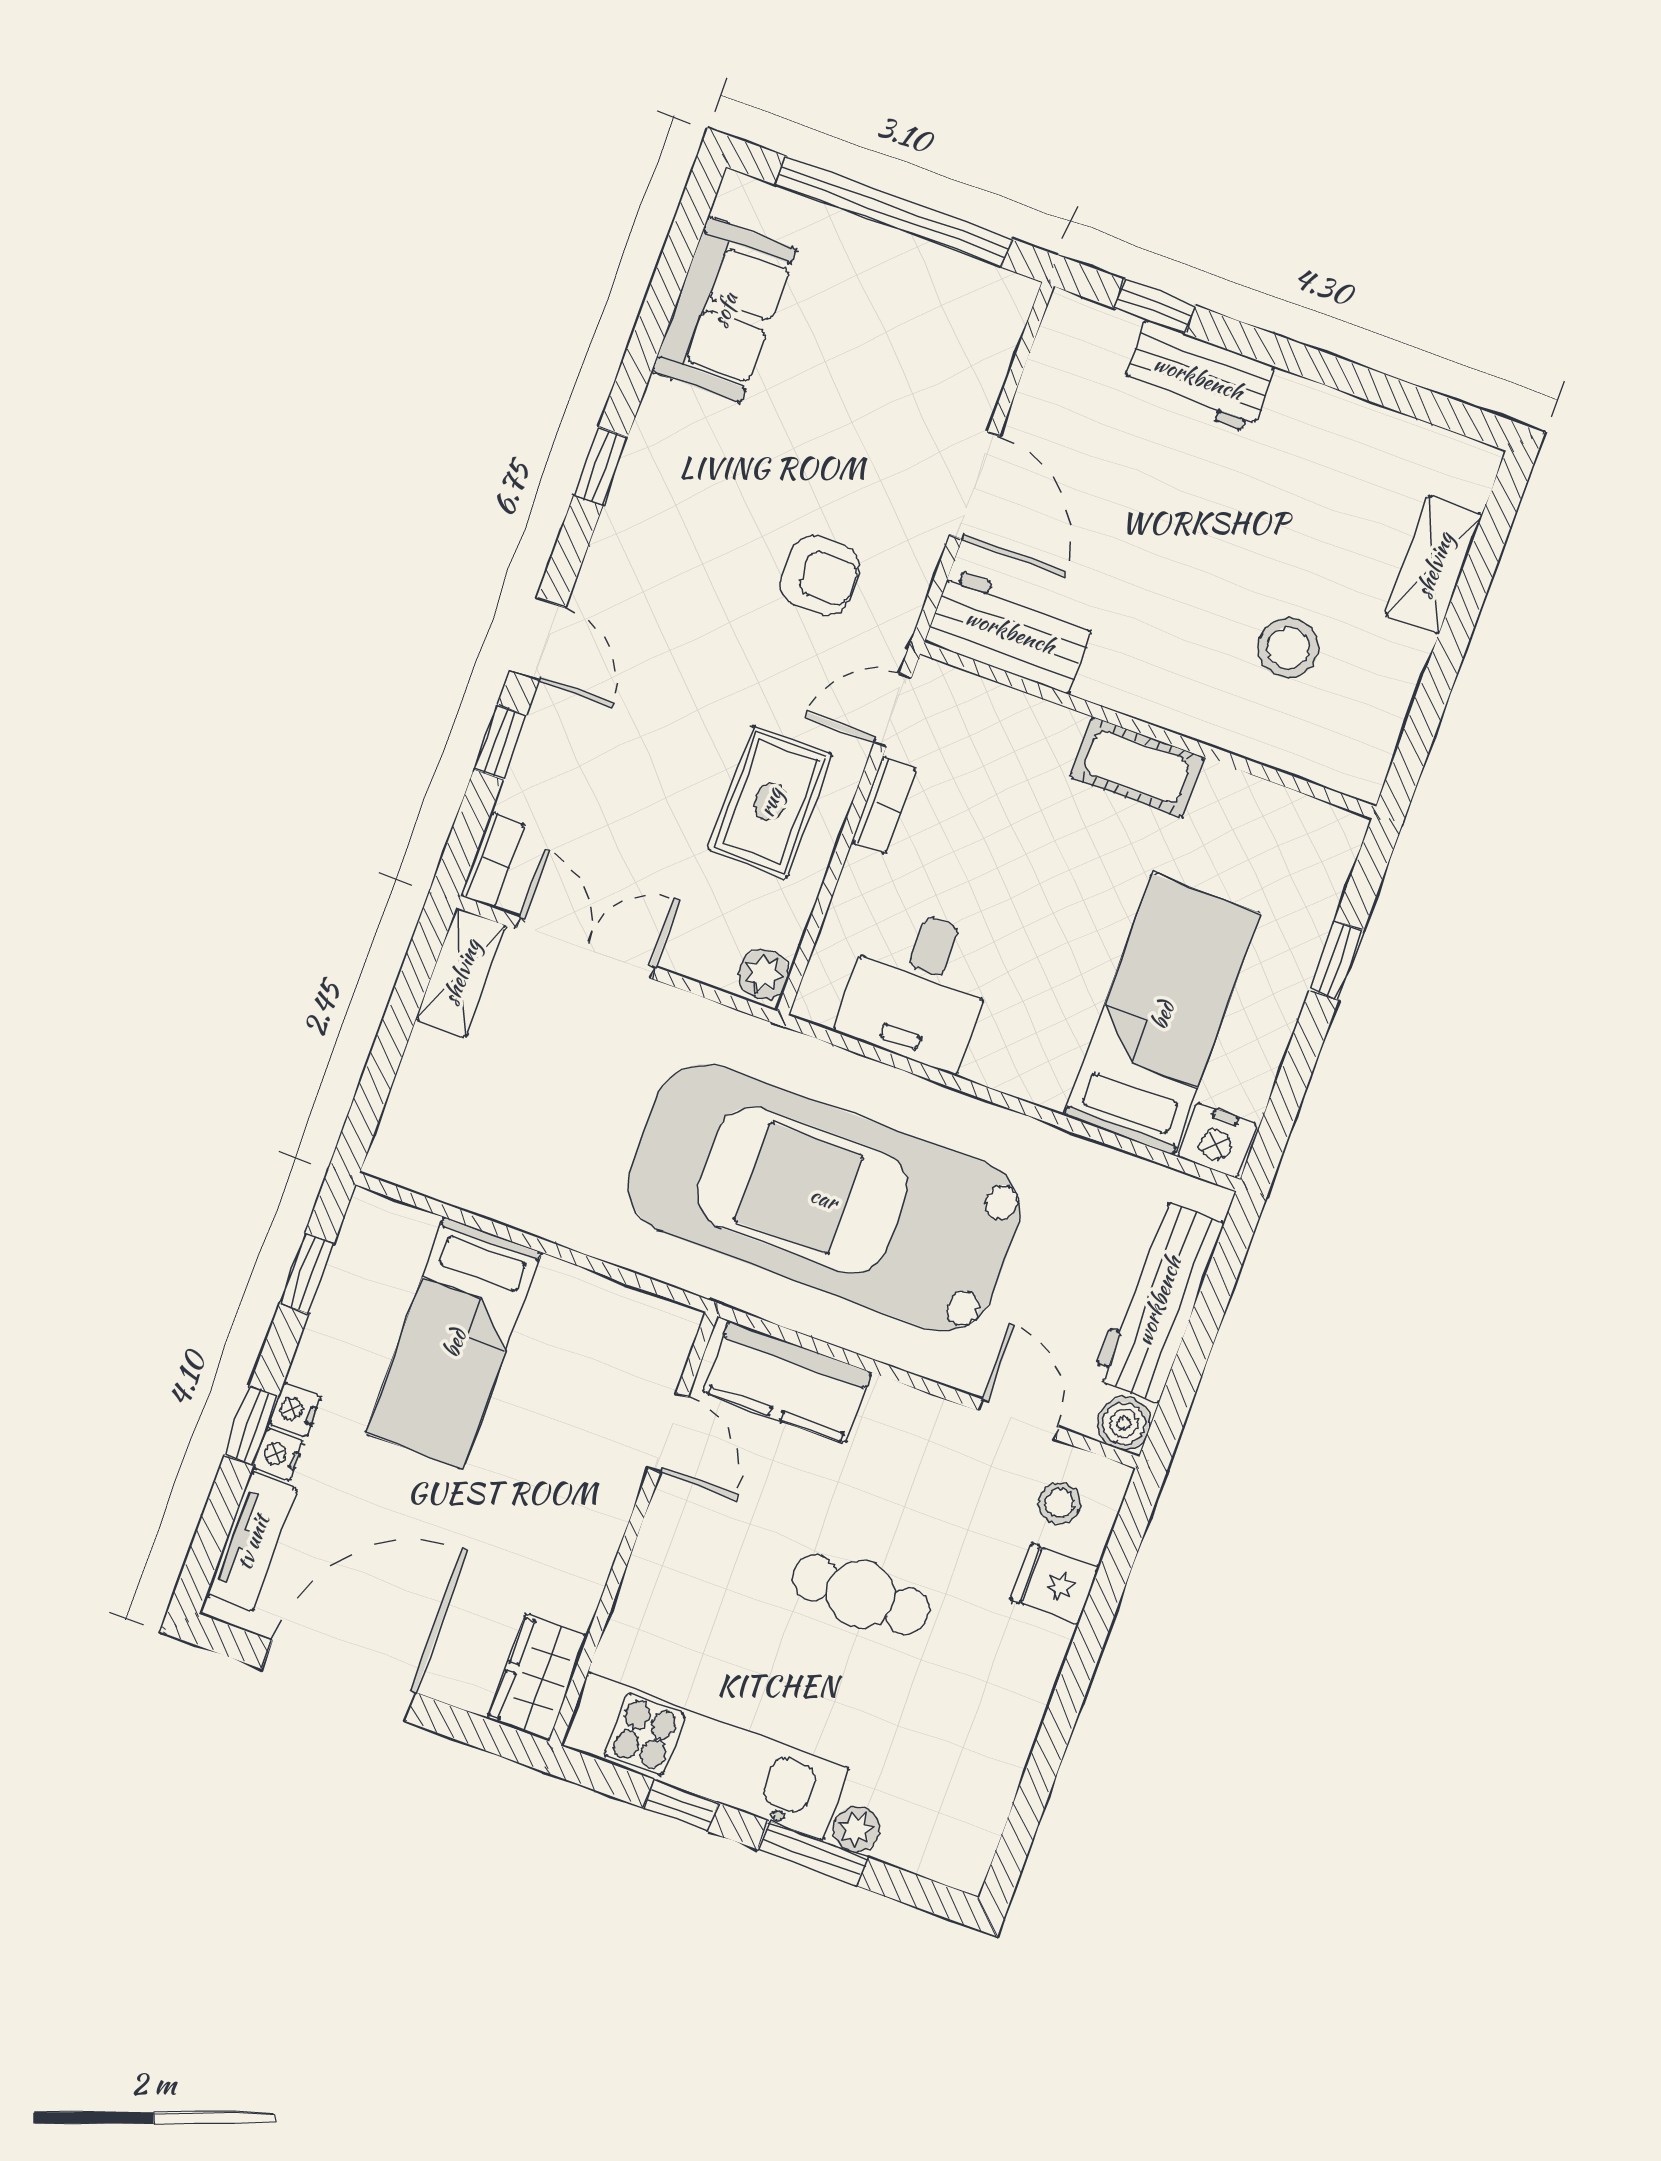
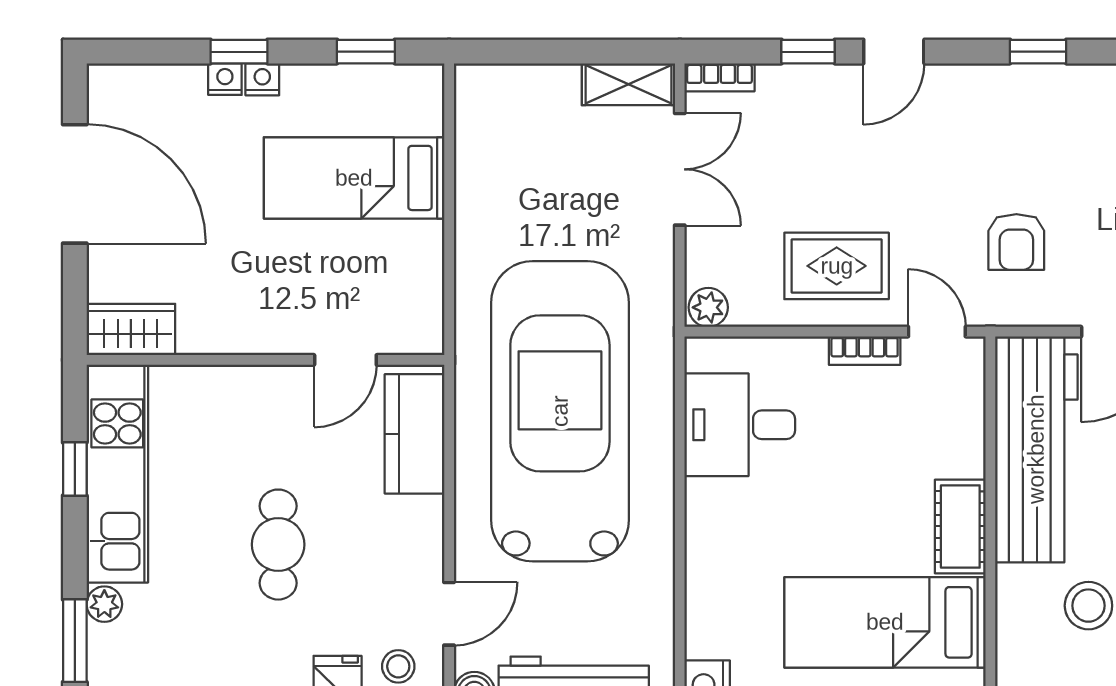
workbench: (1010, 631) -> (1036, 449), width x1.88, depth x1.32
bed: (1162, 1015) -> (885, 622), moved, turned 180
tv unit: (252, 1542) -> (153, 83), removed
window: (813, 1853) -> (75, 641), moved

